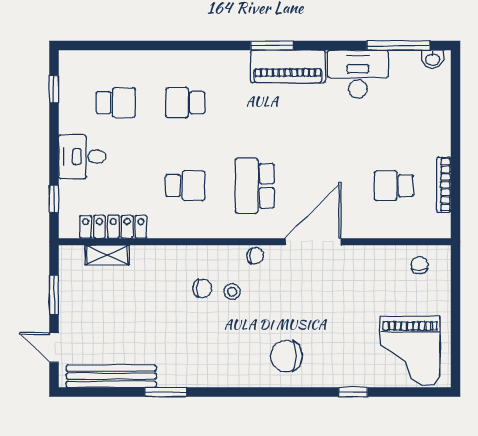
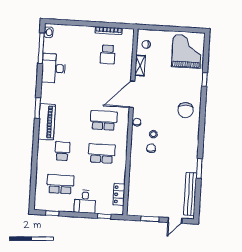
piano: (288, 66) -> (47, 122), moved
school desk: (116, 103) -> (60, 184), width x1.85
school desk: (185, 103) -> (62, 151), turned 180
school desk: (185, 186) -> (102, 153), width x1.85
school desk: (255, 186) -> (104, 120), turned 180
locker: (113, 227) -> (119, 194), width x0.66
door: (313, 242) -> (132, 94), hinge flipped
shelving: (107, 255) -> (140, 65), moved
grand piano: (410, 351) -> (187, 51), turned -90

